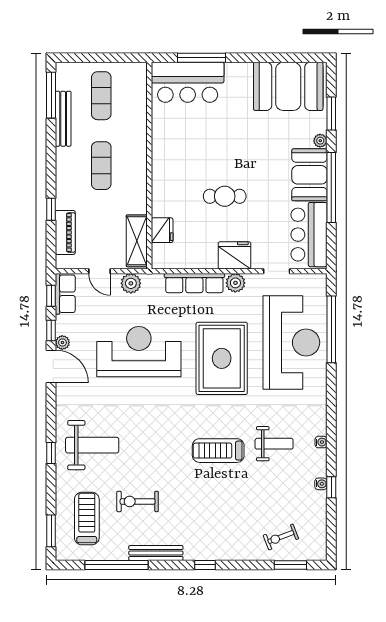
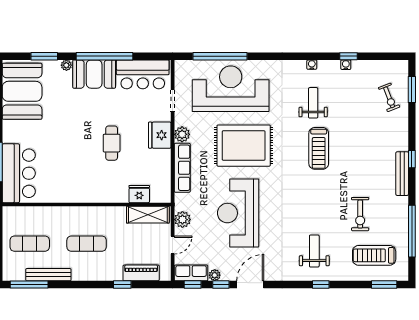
plant: (62, 342) -> (215, 275), moved
weight bench: (92, 445) -> (314, 251), width x0.73, depth x0.75
bench: (156, 553) -> (402, 174), moved

